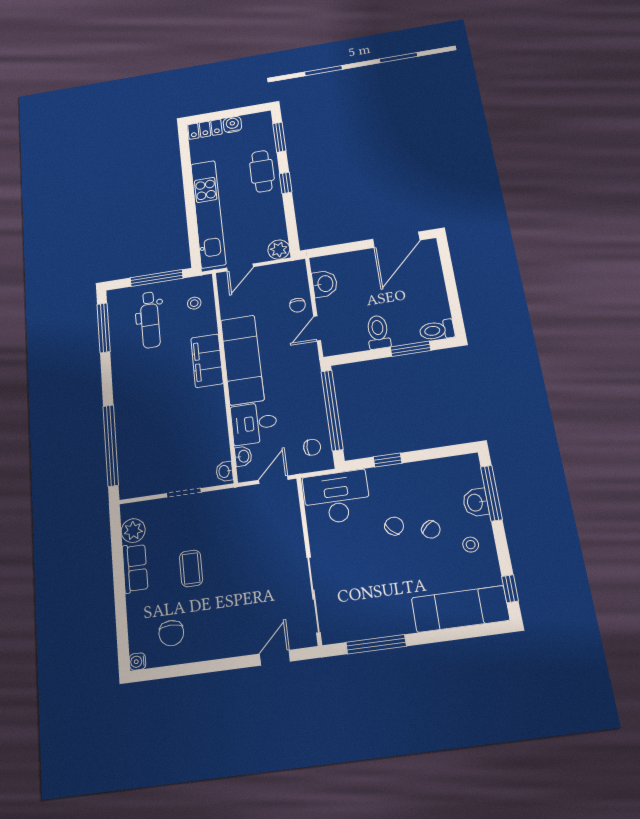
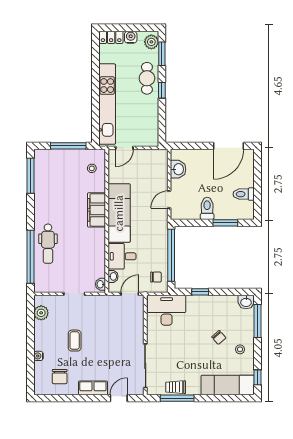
plant: (279, 250) -> (151, 42), moved
chair: (297, 305) -> (159, 181), removed
dental chair: (150, 320) -> (48, 244), moved
toilet: (437, 330) -> (244, 194), moved
washbasin: (476, 503) -> (246, 302), moved, turned -90
chair: (394, 526) -> (198, 332), removed
row of seats: (135, 568) -> (93, 388), moved, turned -90
trolley: (370, 625) -> (176, 387), added
water cooler: (138, 662) -> (38, 356), moved

